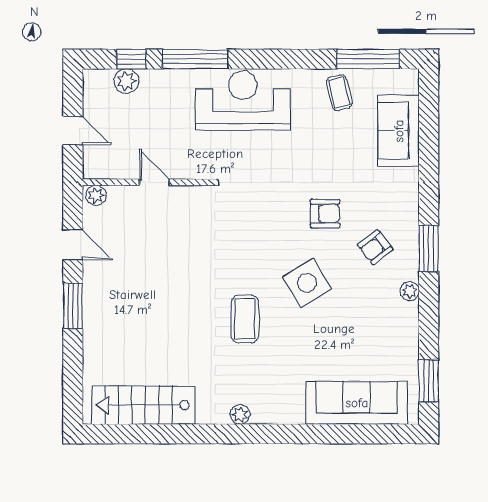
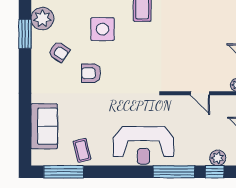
armchair: (375, 247) -> (59, 52), turned 72
window: (429, 249) -> (25, 34), moved
side table: (307, 283) -> (103, 29), turned 31
plant: (410, 291) -> (42, 19), width x1.87, depth x1.87

